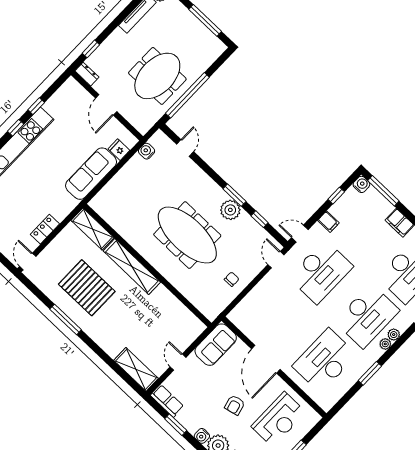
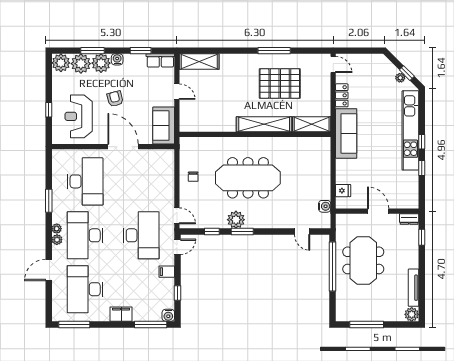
sofa: (91, 174) -> (346, 133), moved
desk: (321, 272) -> (141, 235), turned 180

